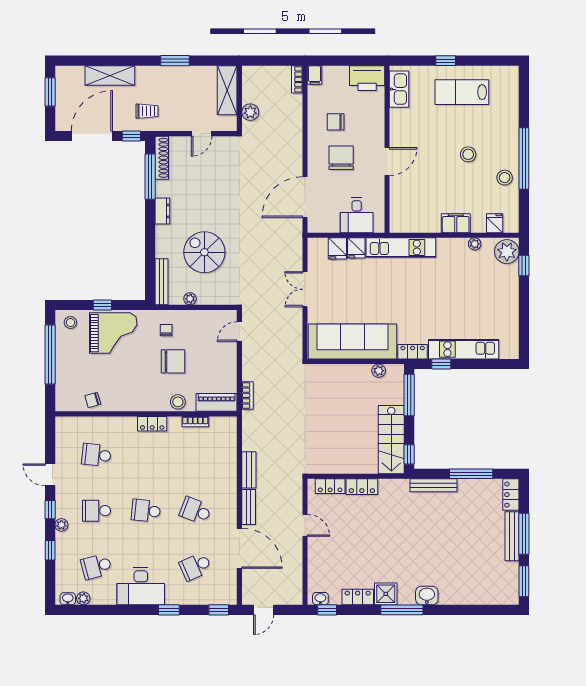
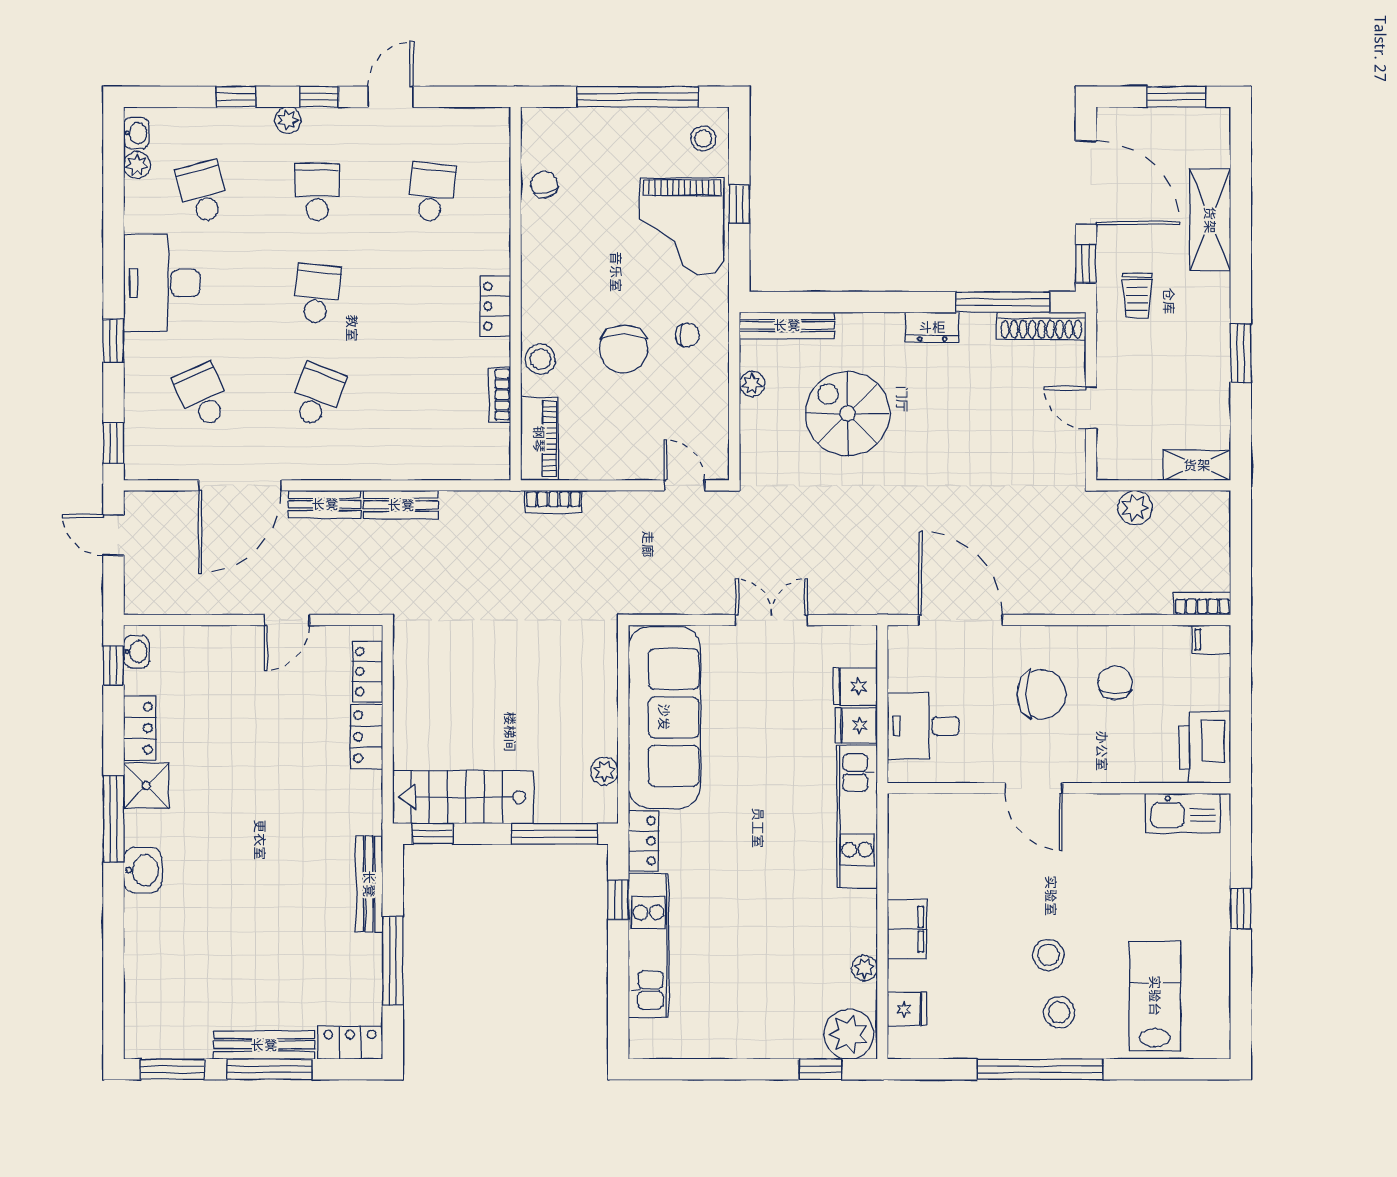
shelving: (227, 90) -> (1197, 465), width x0.67, depth x0.75
lab bench: (462, 92) -> (1155, 996), moved
stool: (505, 178) -> (1059, 1012), moved
spiral stairs: (204, 252) -> (847, 414), turned -90

